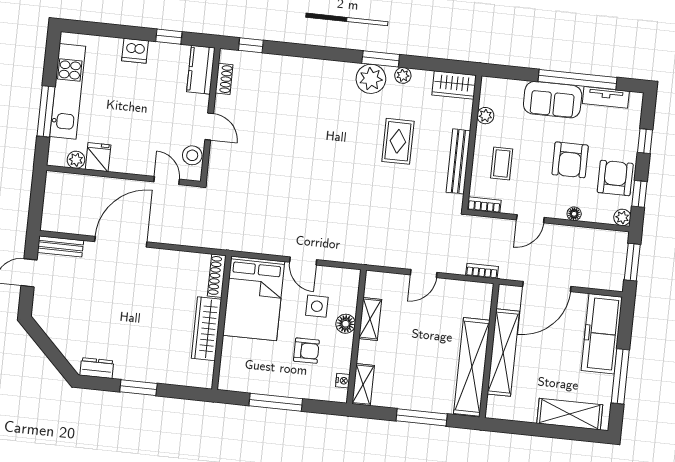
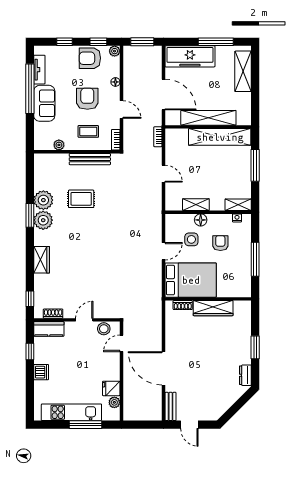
plant: (403, 75) -> (43, 200), width x1.87, depth x1.87
wardrobe: (454, 85) -> (42, 260), moved
armchair: (570, 160) -> (87, 99), moved, turned -90
shoe rack: (217, 276) -> (183, 305), width x0.70

